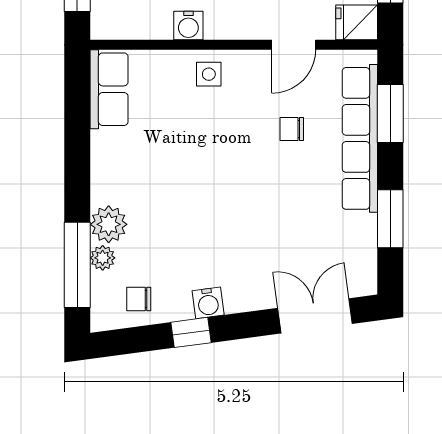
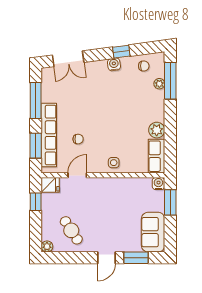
water cooler: (188, 25) -> (158, 184), moved
window: (390, 219) -> (36, 100), width x1.44
plant: (109, 224) -> (157, 130), moved

